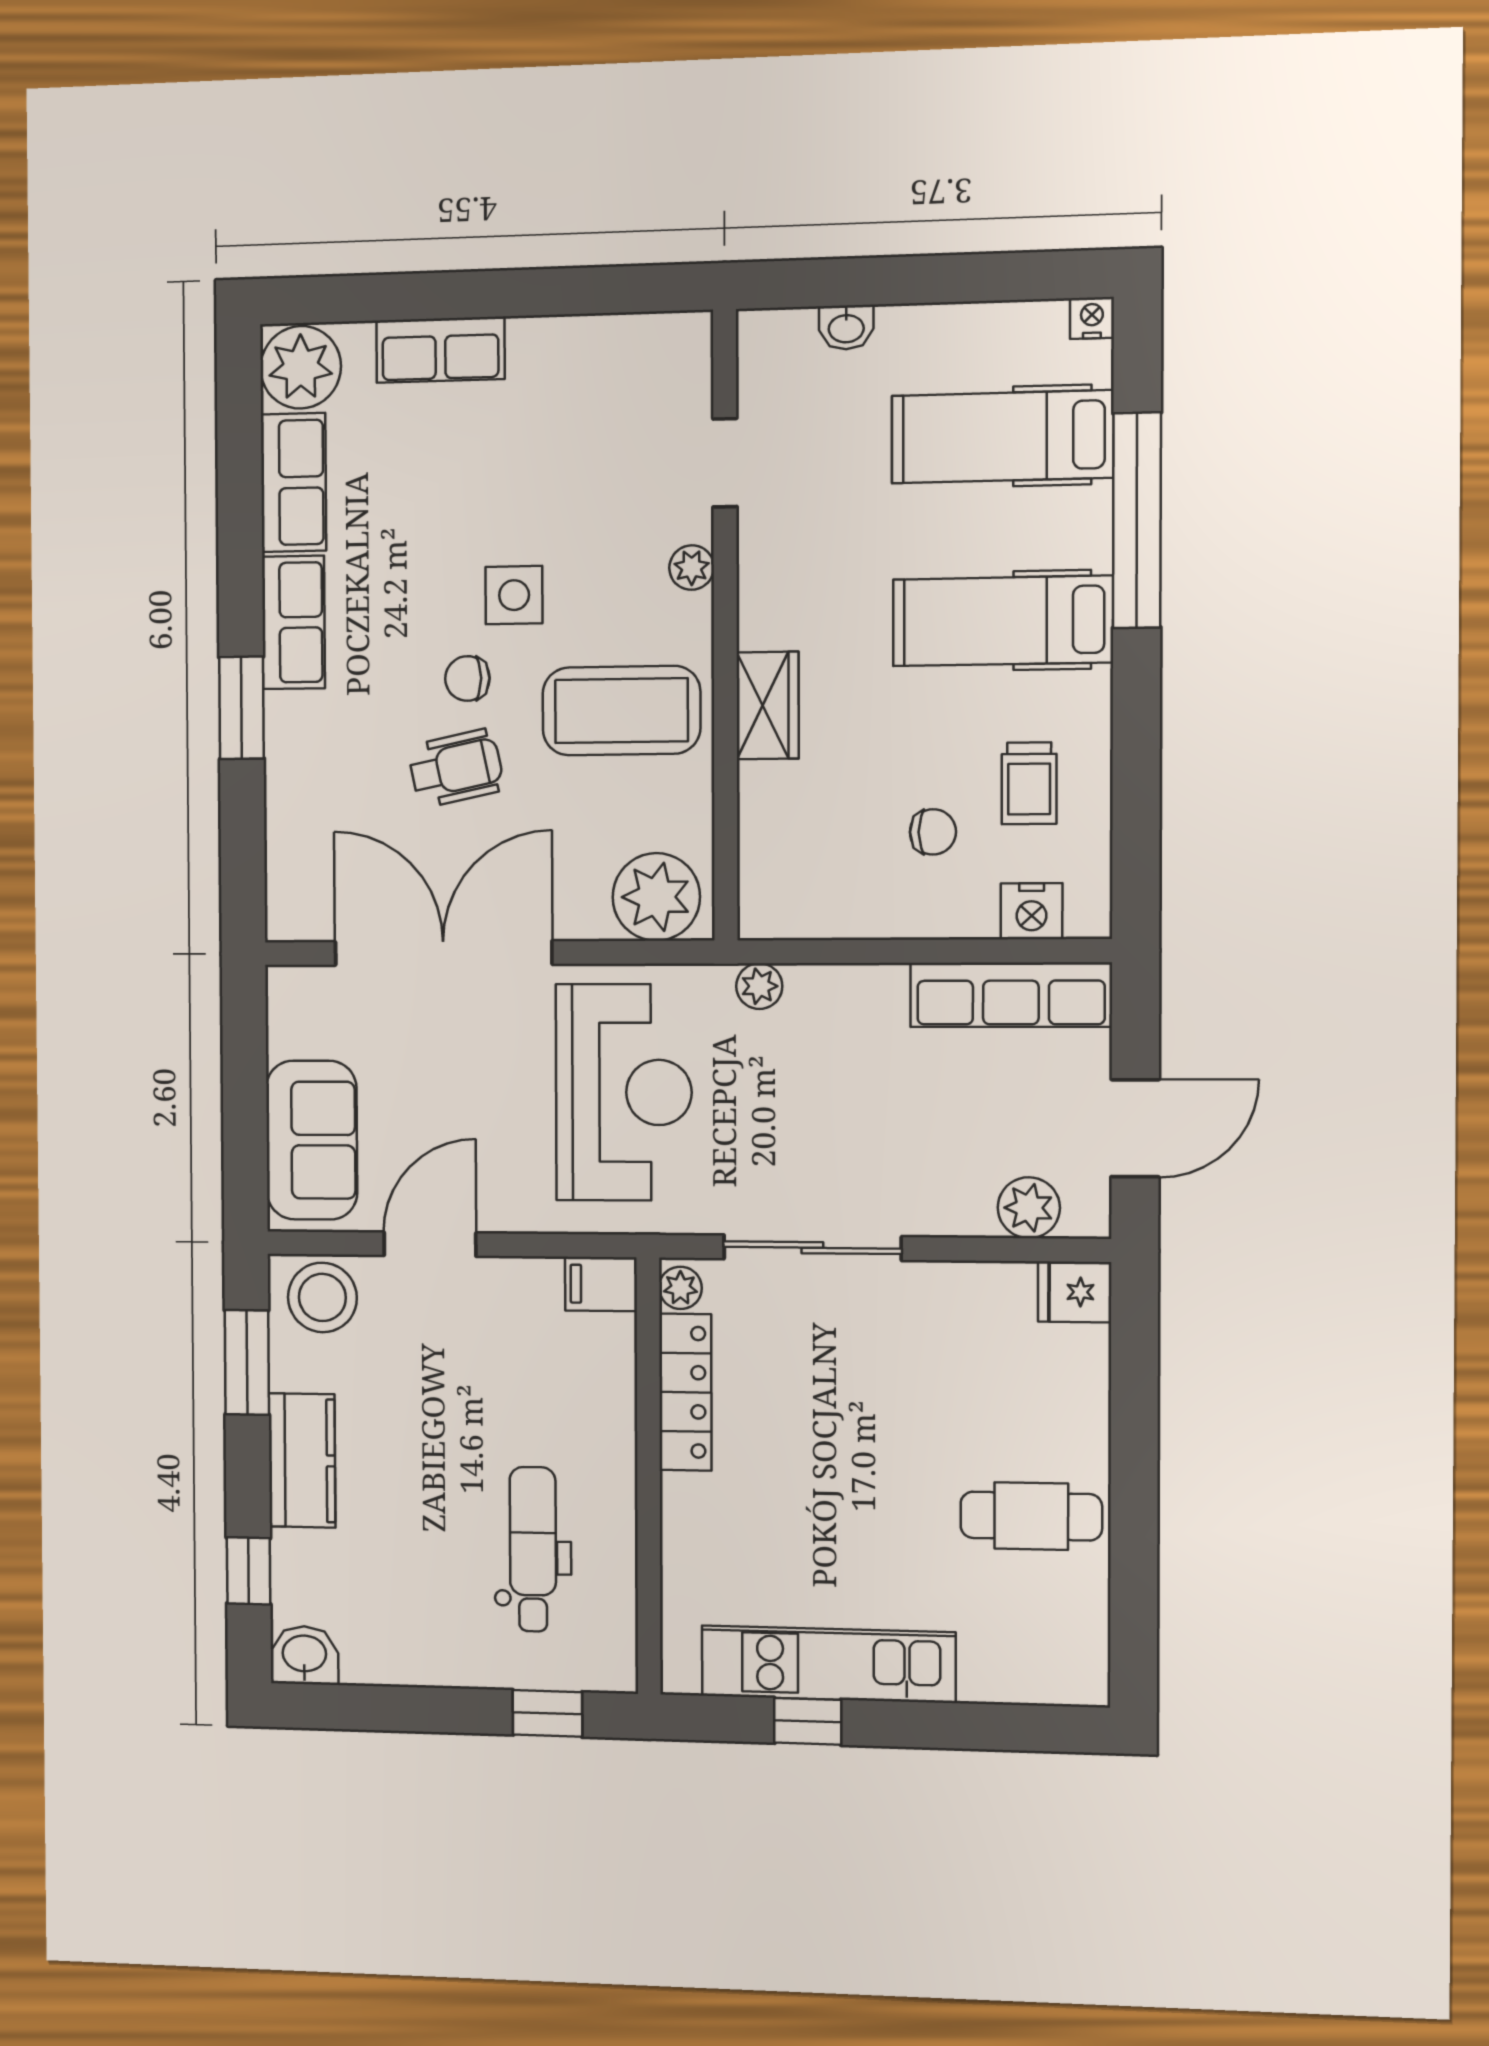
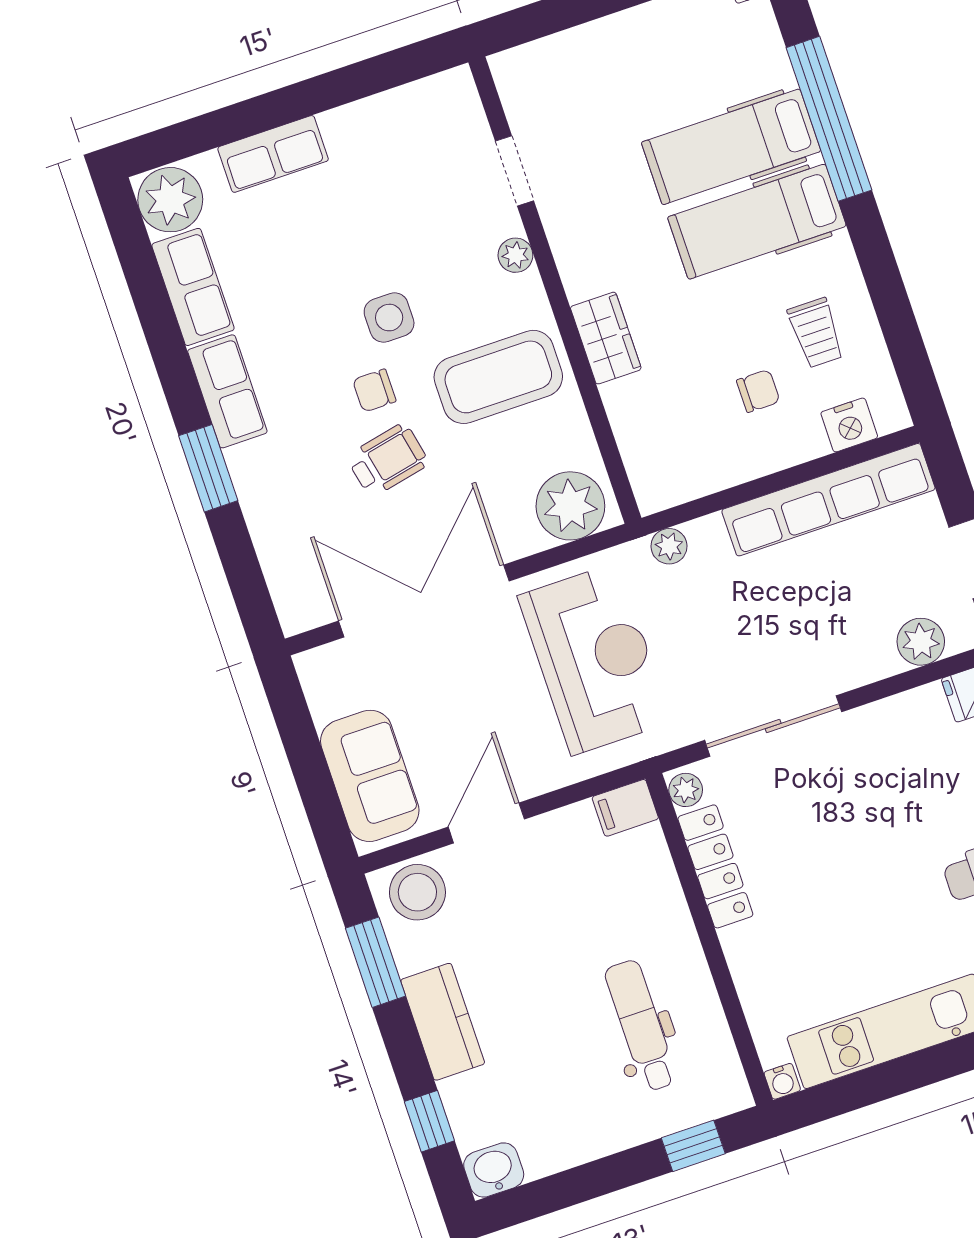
washbasin: (846, 327) -> (571, 45), removed
hospital bed: (1002, 437) -> (731, 147), moved
row of seats: (1011, 995) -> (828, 500), width x1.36
water cooler: (679, 1676) -> (782, 1081), added
window: (808, 1721) -> (889, 1080), removed

